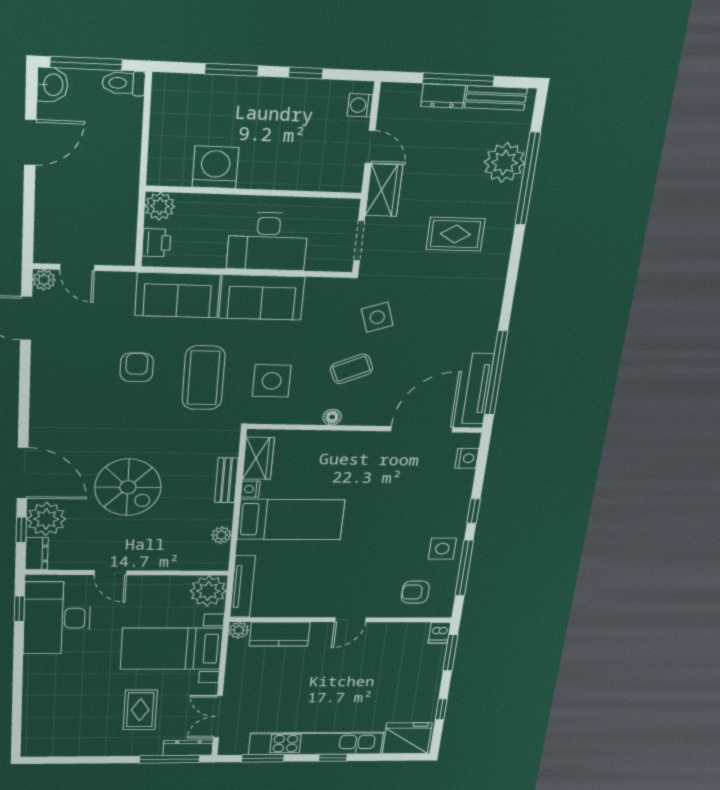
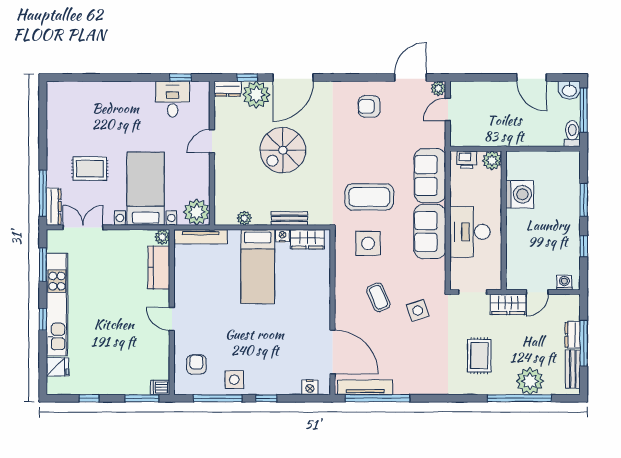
armchair: (137, 367) -> (369, 107), moved, turned 180
floor lamp: (332, 417) -> (341, 288), removed
desk: (57, 618) -> (173, 99), width x0.53, depth x0.77
fridge: (407, 738) -> (58, 367), width x0.53, depth x0.75

